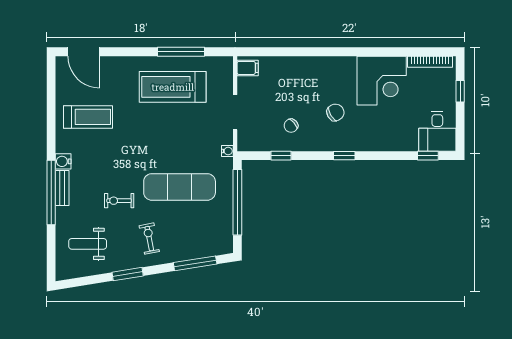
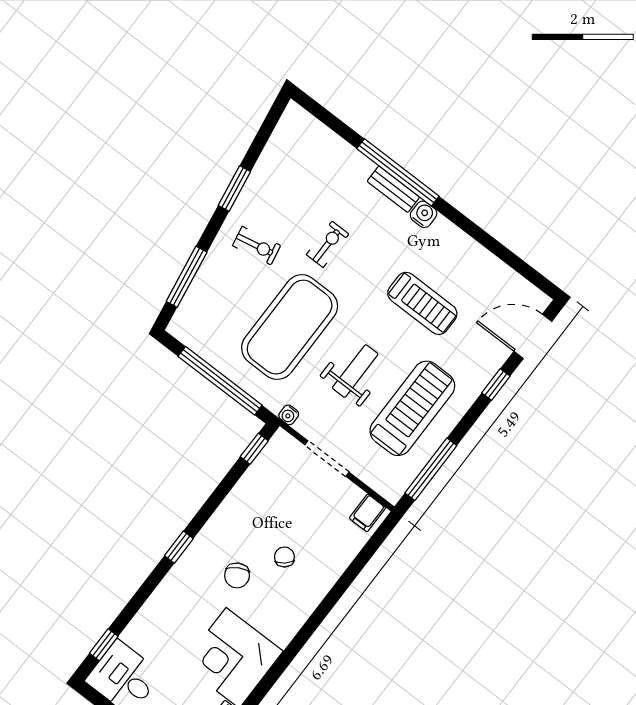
window: (125, 52) -> (496, 385), added
window: (181, 52) -> (431, 469), moved
treadmill: (88, 117) -> (422, 303), moved, turned -90
chair: (291, 126) -> (284, 557), moved
window: (281, 156) -> (254, 449), moved
exercise mat: (180, 187) -> (290, 327), width x1.47
weight bench: (88, 244) -> (355, 371), moved

